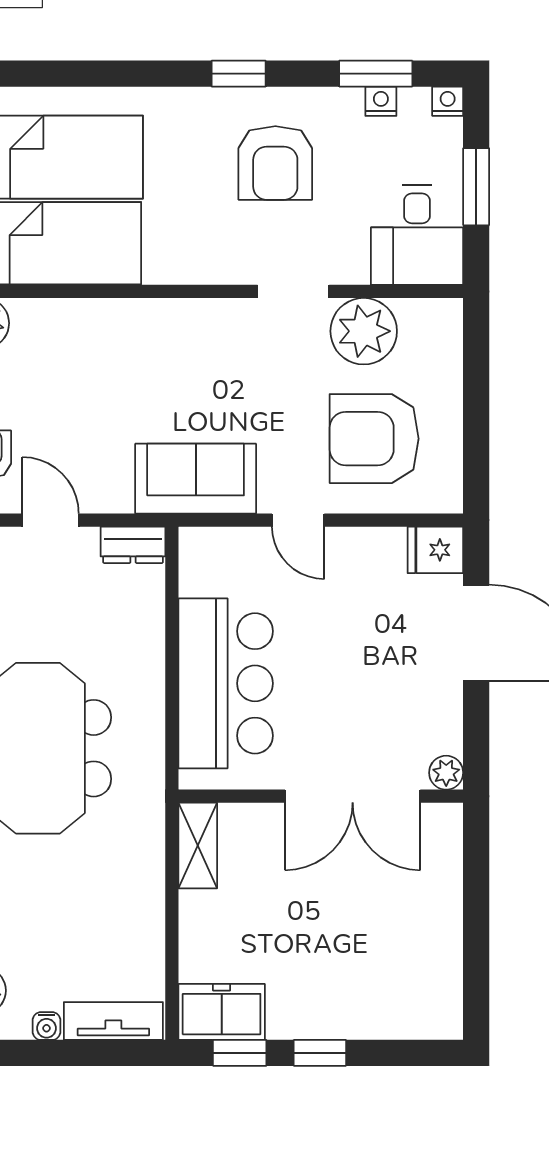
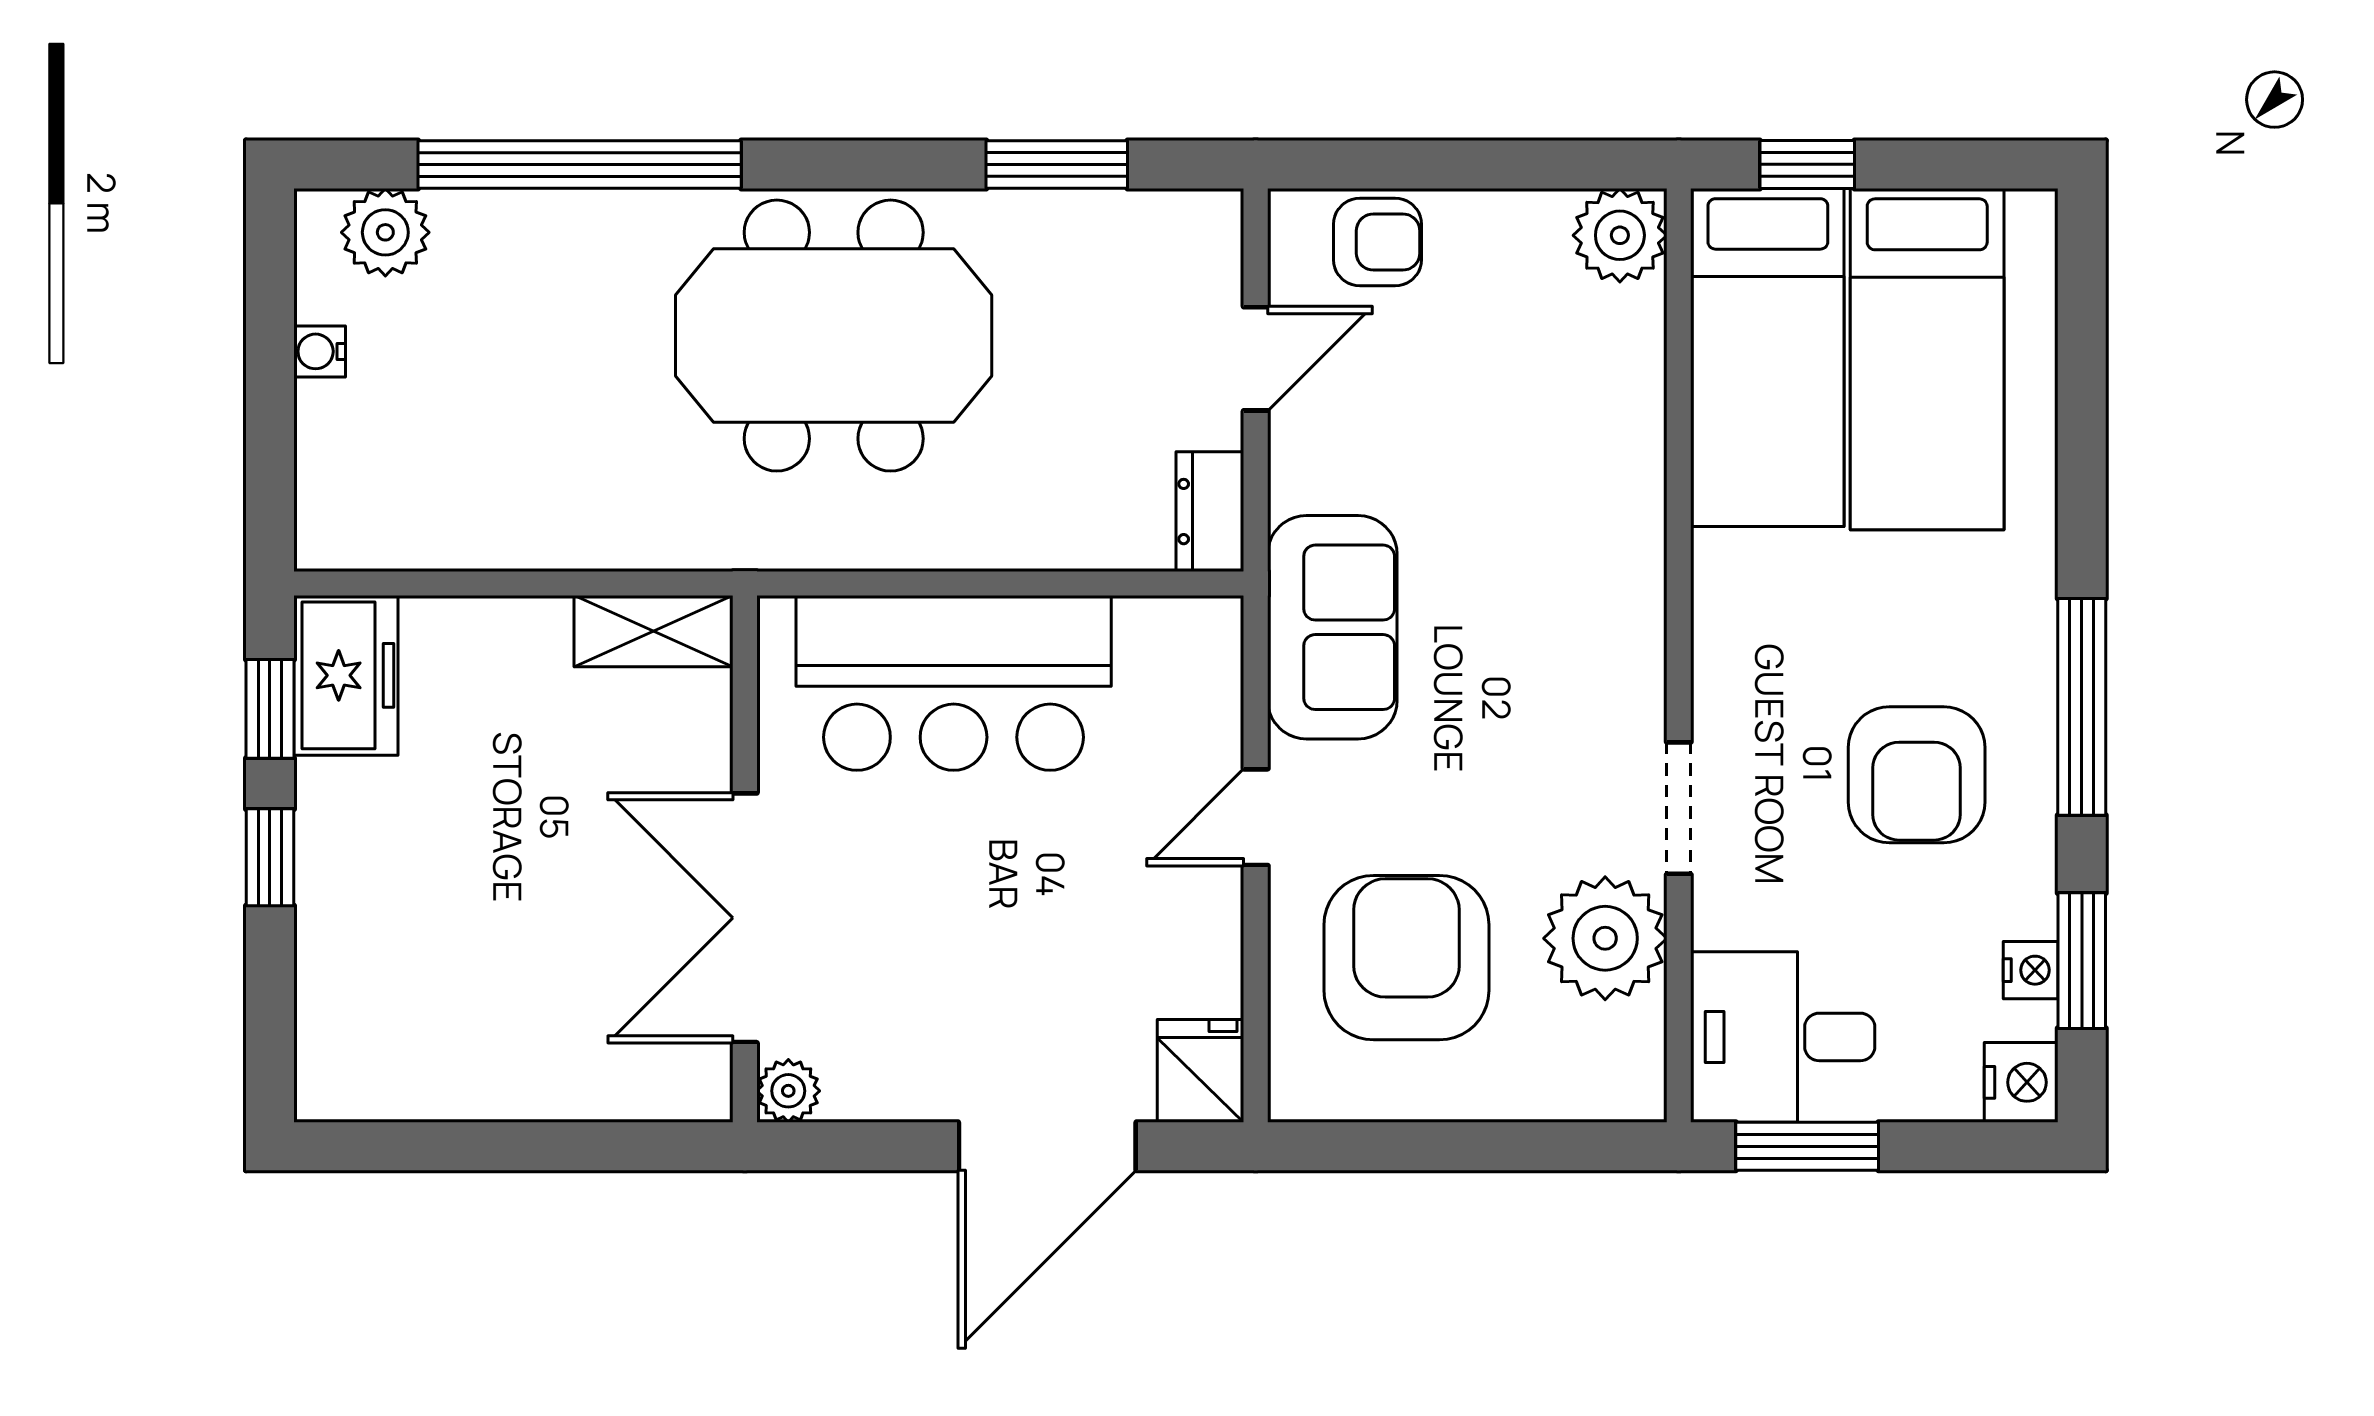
window: (239, 74) -> (2082, 707), width x2.17
nightstand: (448, 101) -> (2021, 1082), width x1.39, depth x1.35
armchair: (275, 163) -> (1917, 775), turned -90
window: (476, 187) -> (1807, 1146), moved
tv unit: (113, 1021) -> (329, 475), removed

